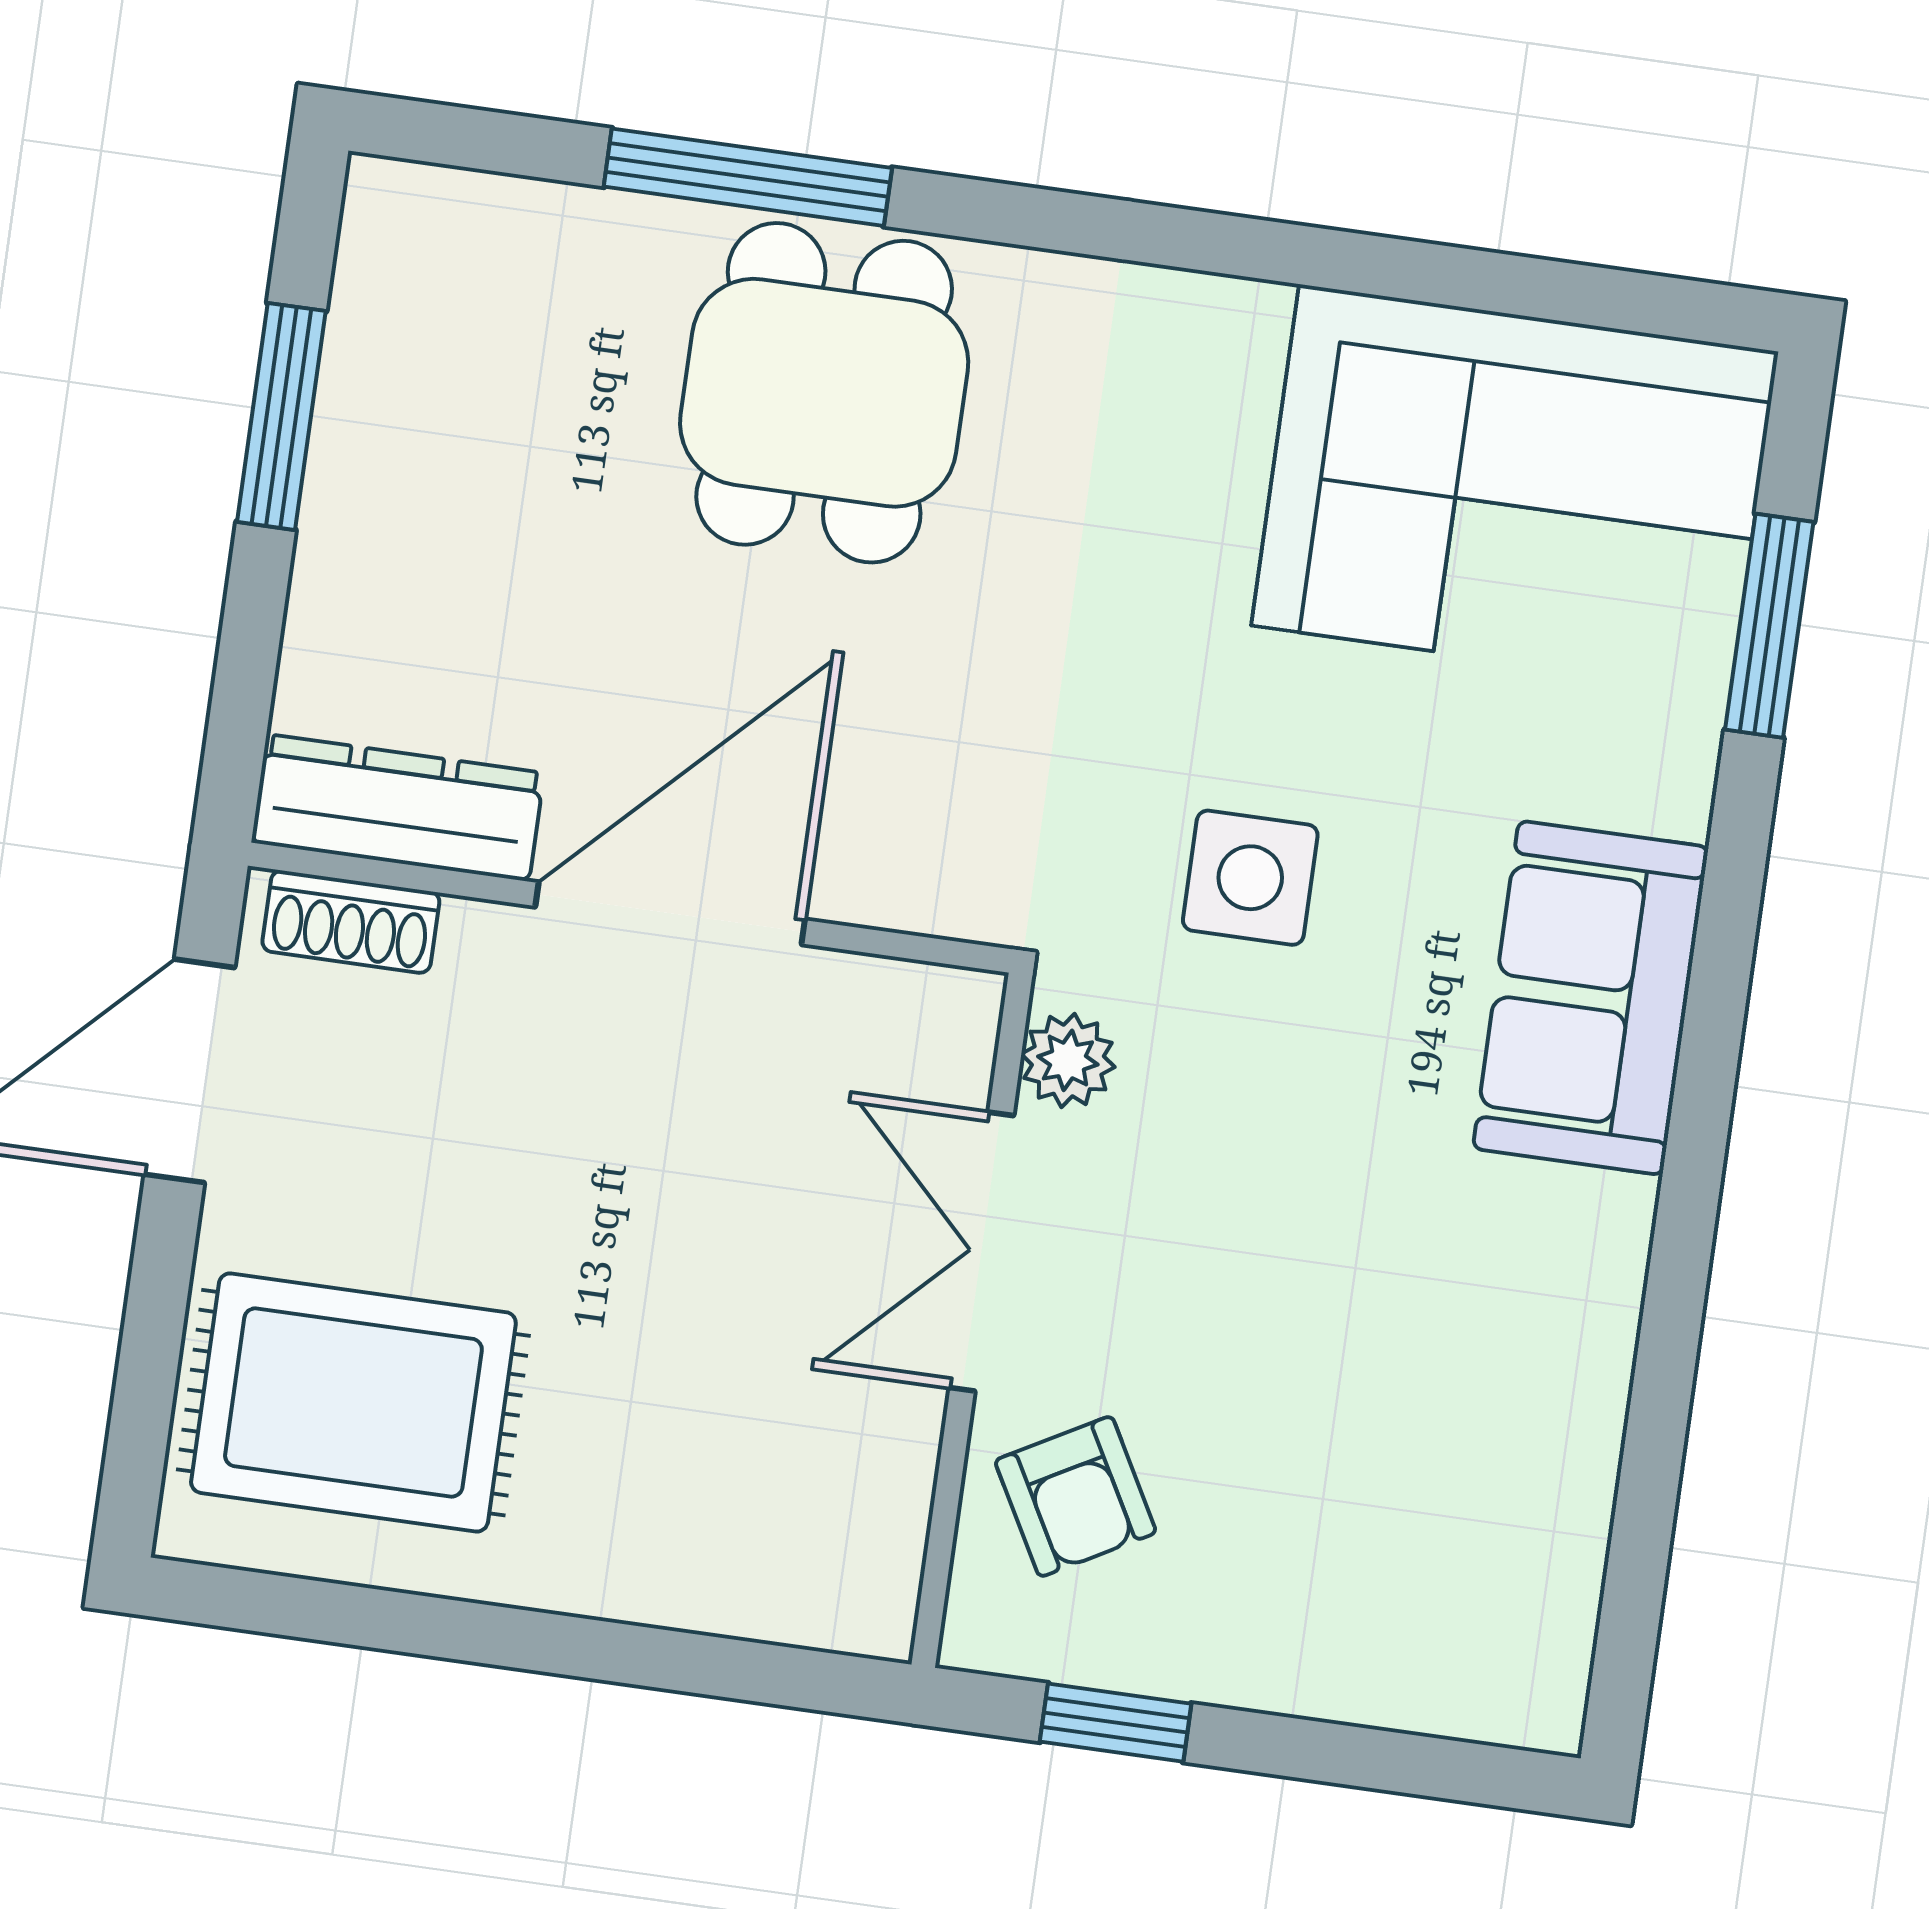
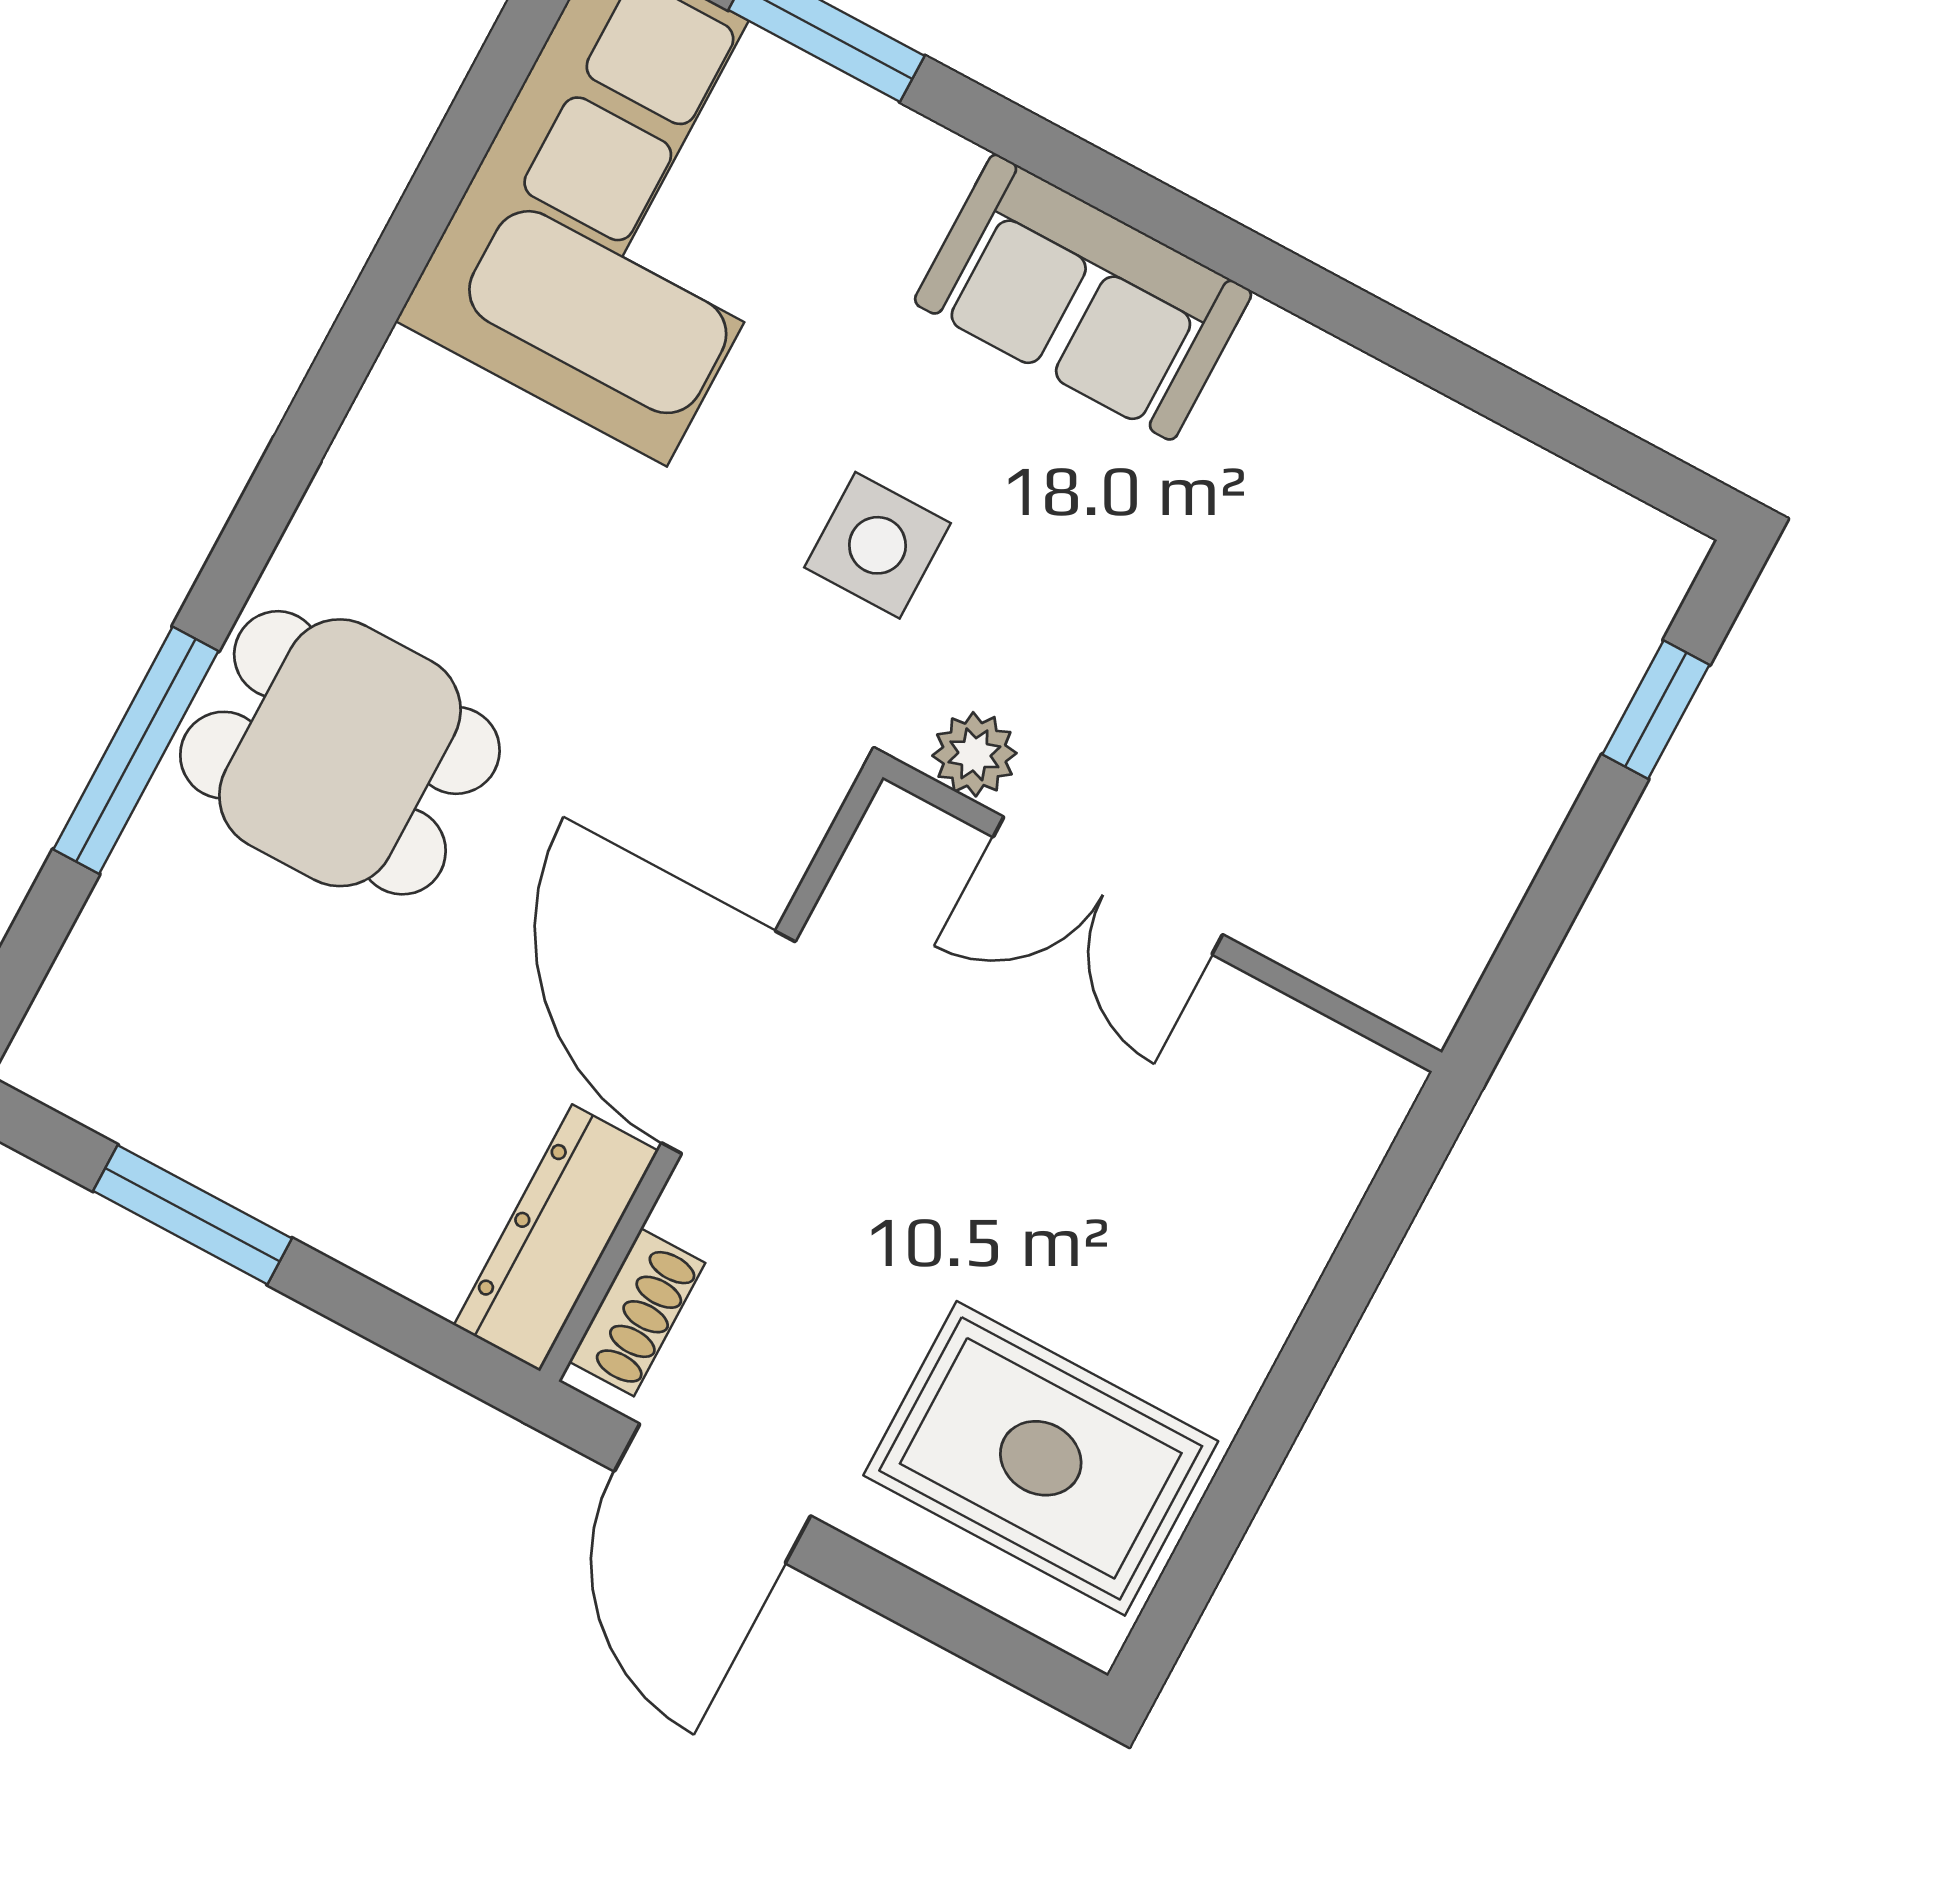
rug: (353, 1403) -> (1041, 1458), turned 90
armchair: (1076, 1496) -> (1342, 882), removed
window: (1116, 1723) -> (1656, 710), moved

